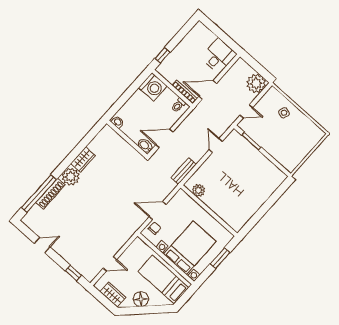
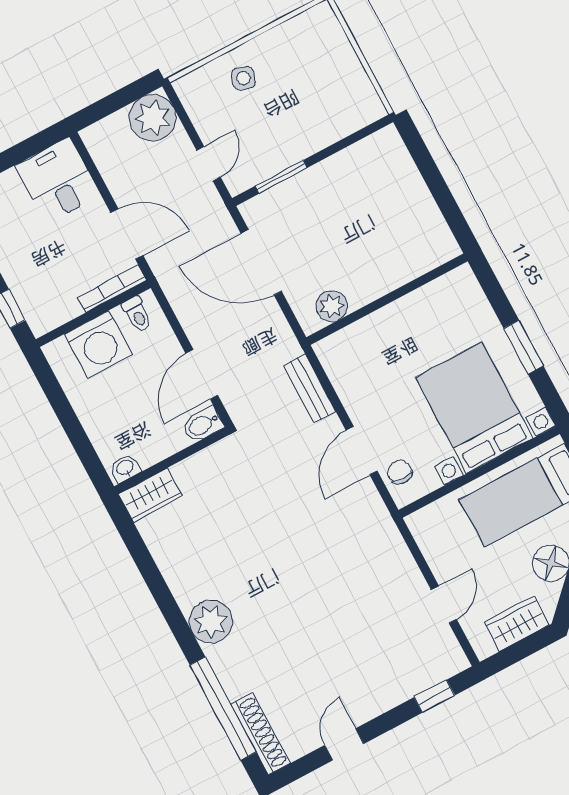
washing machine: (153, 87) -> (99, 344), moved, turned 90
door: (208, 90) -> (127, 234), swing flipped
door: (216, 145) -> (261, 262), width x1.87
wardrobe: (83, 159) -> (150, 495), moved, turned 90
bench: (184, 171) -> (309, 388), moved
plant: (199, 190) -> (332, 306), moved
shoe rack: (50, 194) -> (260, 734), moved
wall: (209, 211) -> (387, 299), moved

